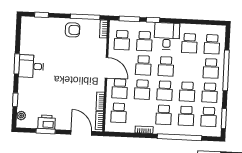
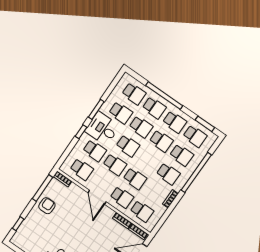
window: (129, 19) -> (96, 109), moved
door: (107, 68) -> (97, 197), swing flipped
school desk: (165, 91) -> (141, 127), moved

